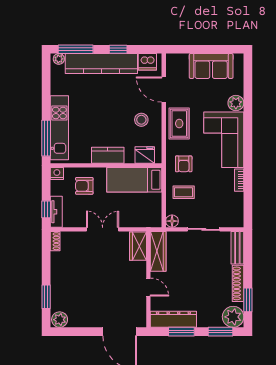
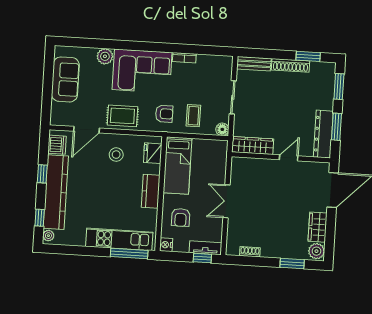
window: (76, 49) -> (40, 218), width x0.46
shoe rack: (55, 241) -> (250, 252), moved
wardrobe: (138, 246) -> (317, 227), moved, turned 90
plant: (233, 317) -> (325, 73), removed

